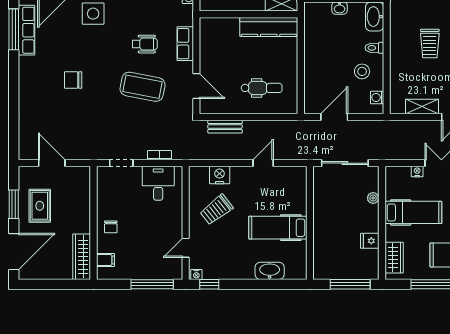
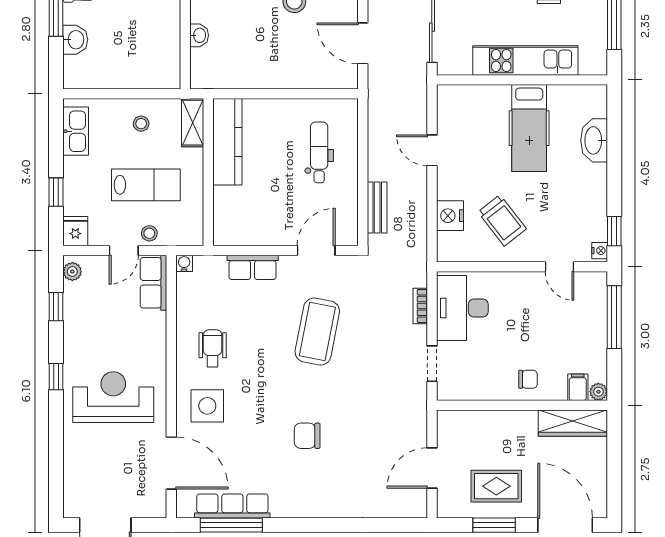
wheelchair: (145, 44) -> (213, 348), moved
chair: (73, 80) -> (307, 436), turned 90
desk: (158, 183) -> (462, 308), width x1.37
kitchen unit: (323, 225) -> (525, 60), added
plant: (102, 274) -> (598, 392), added

